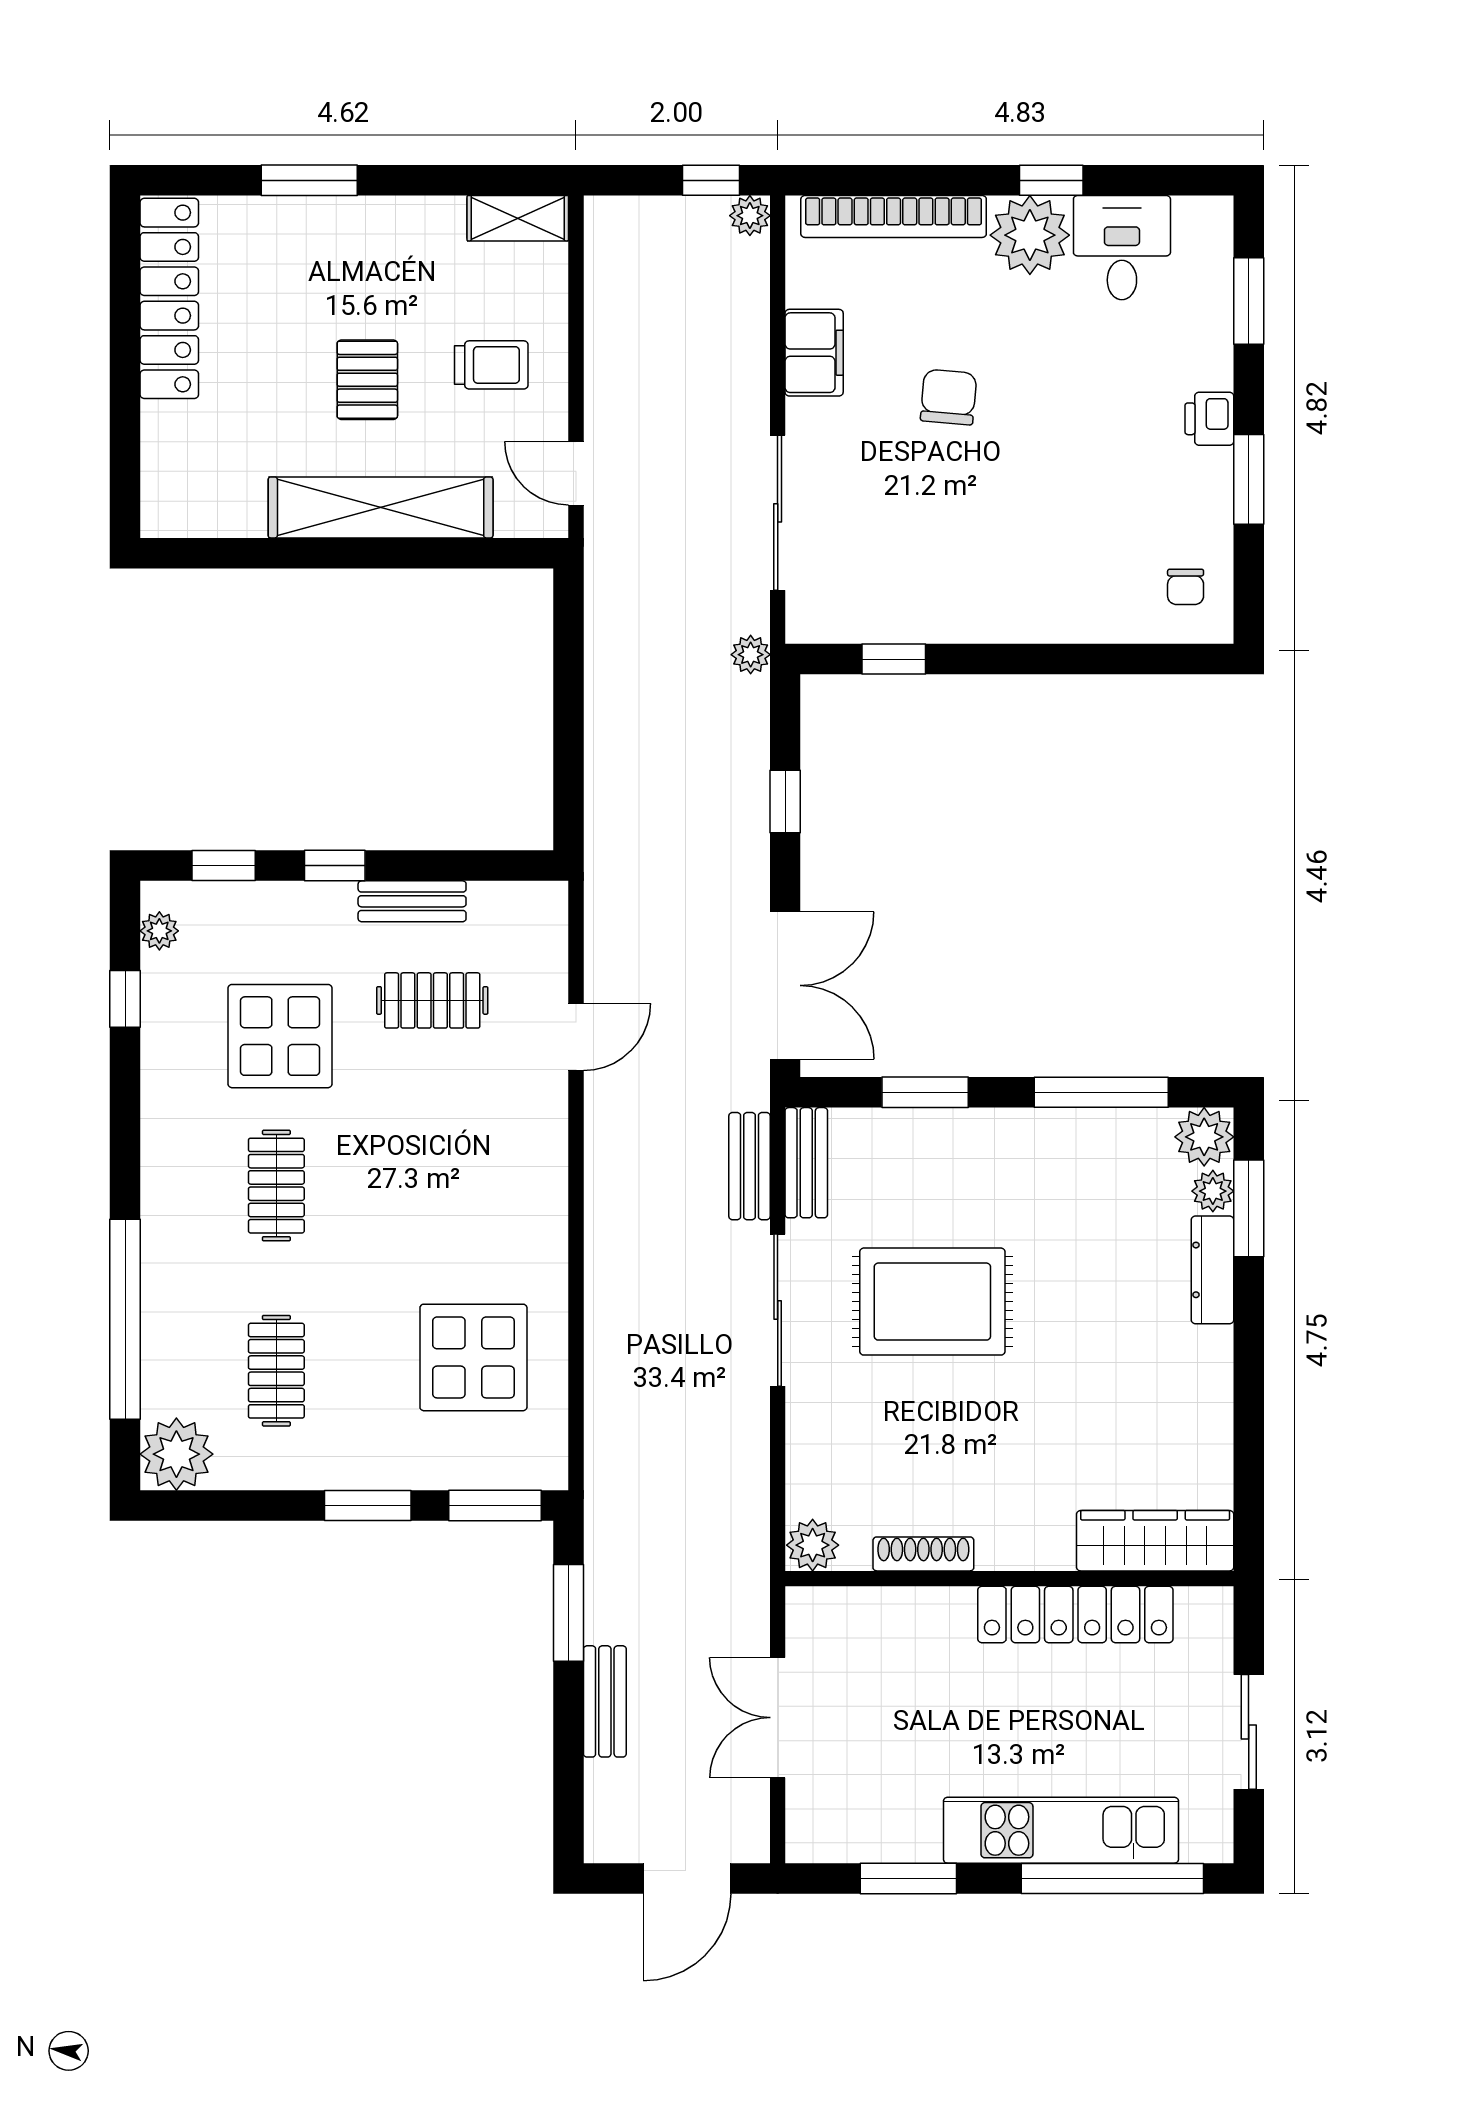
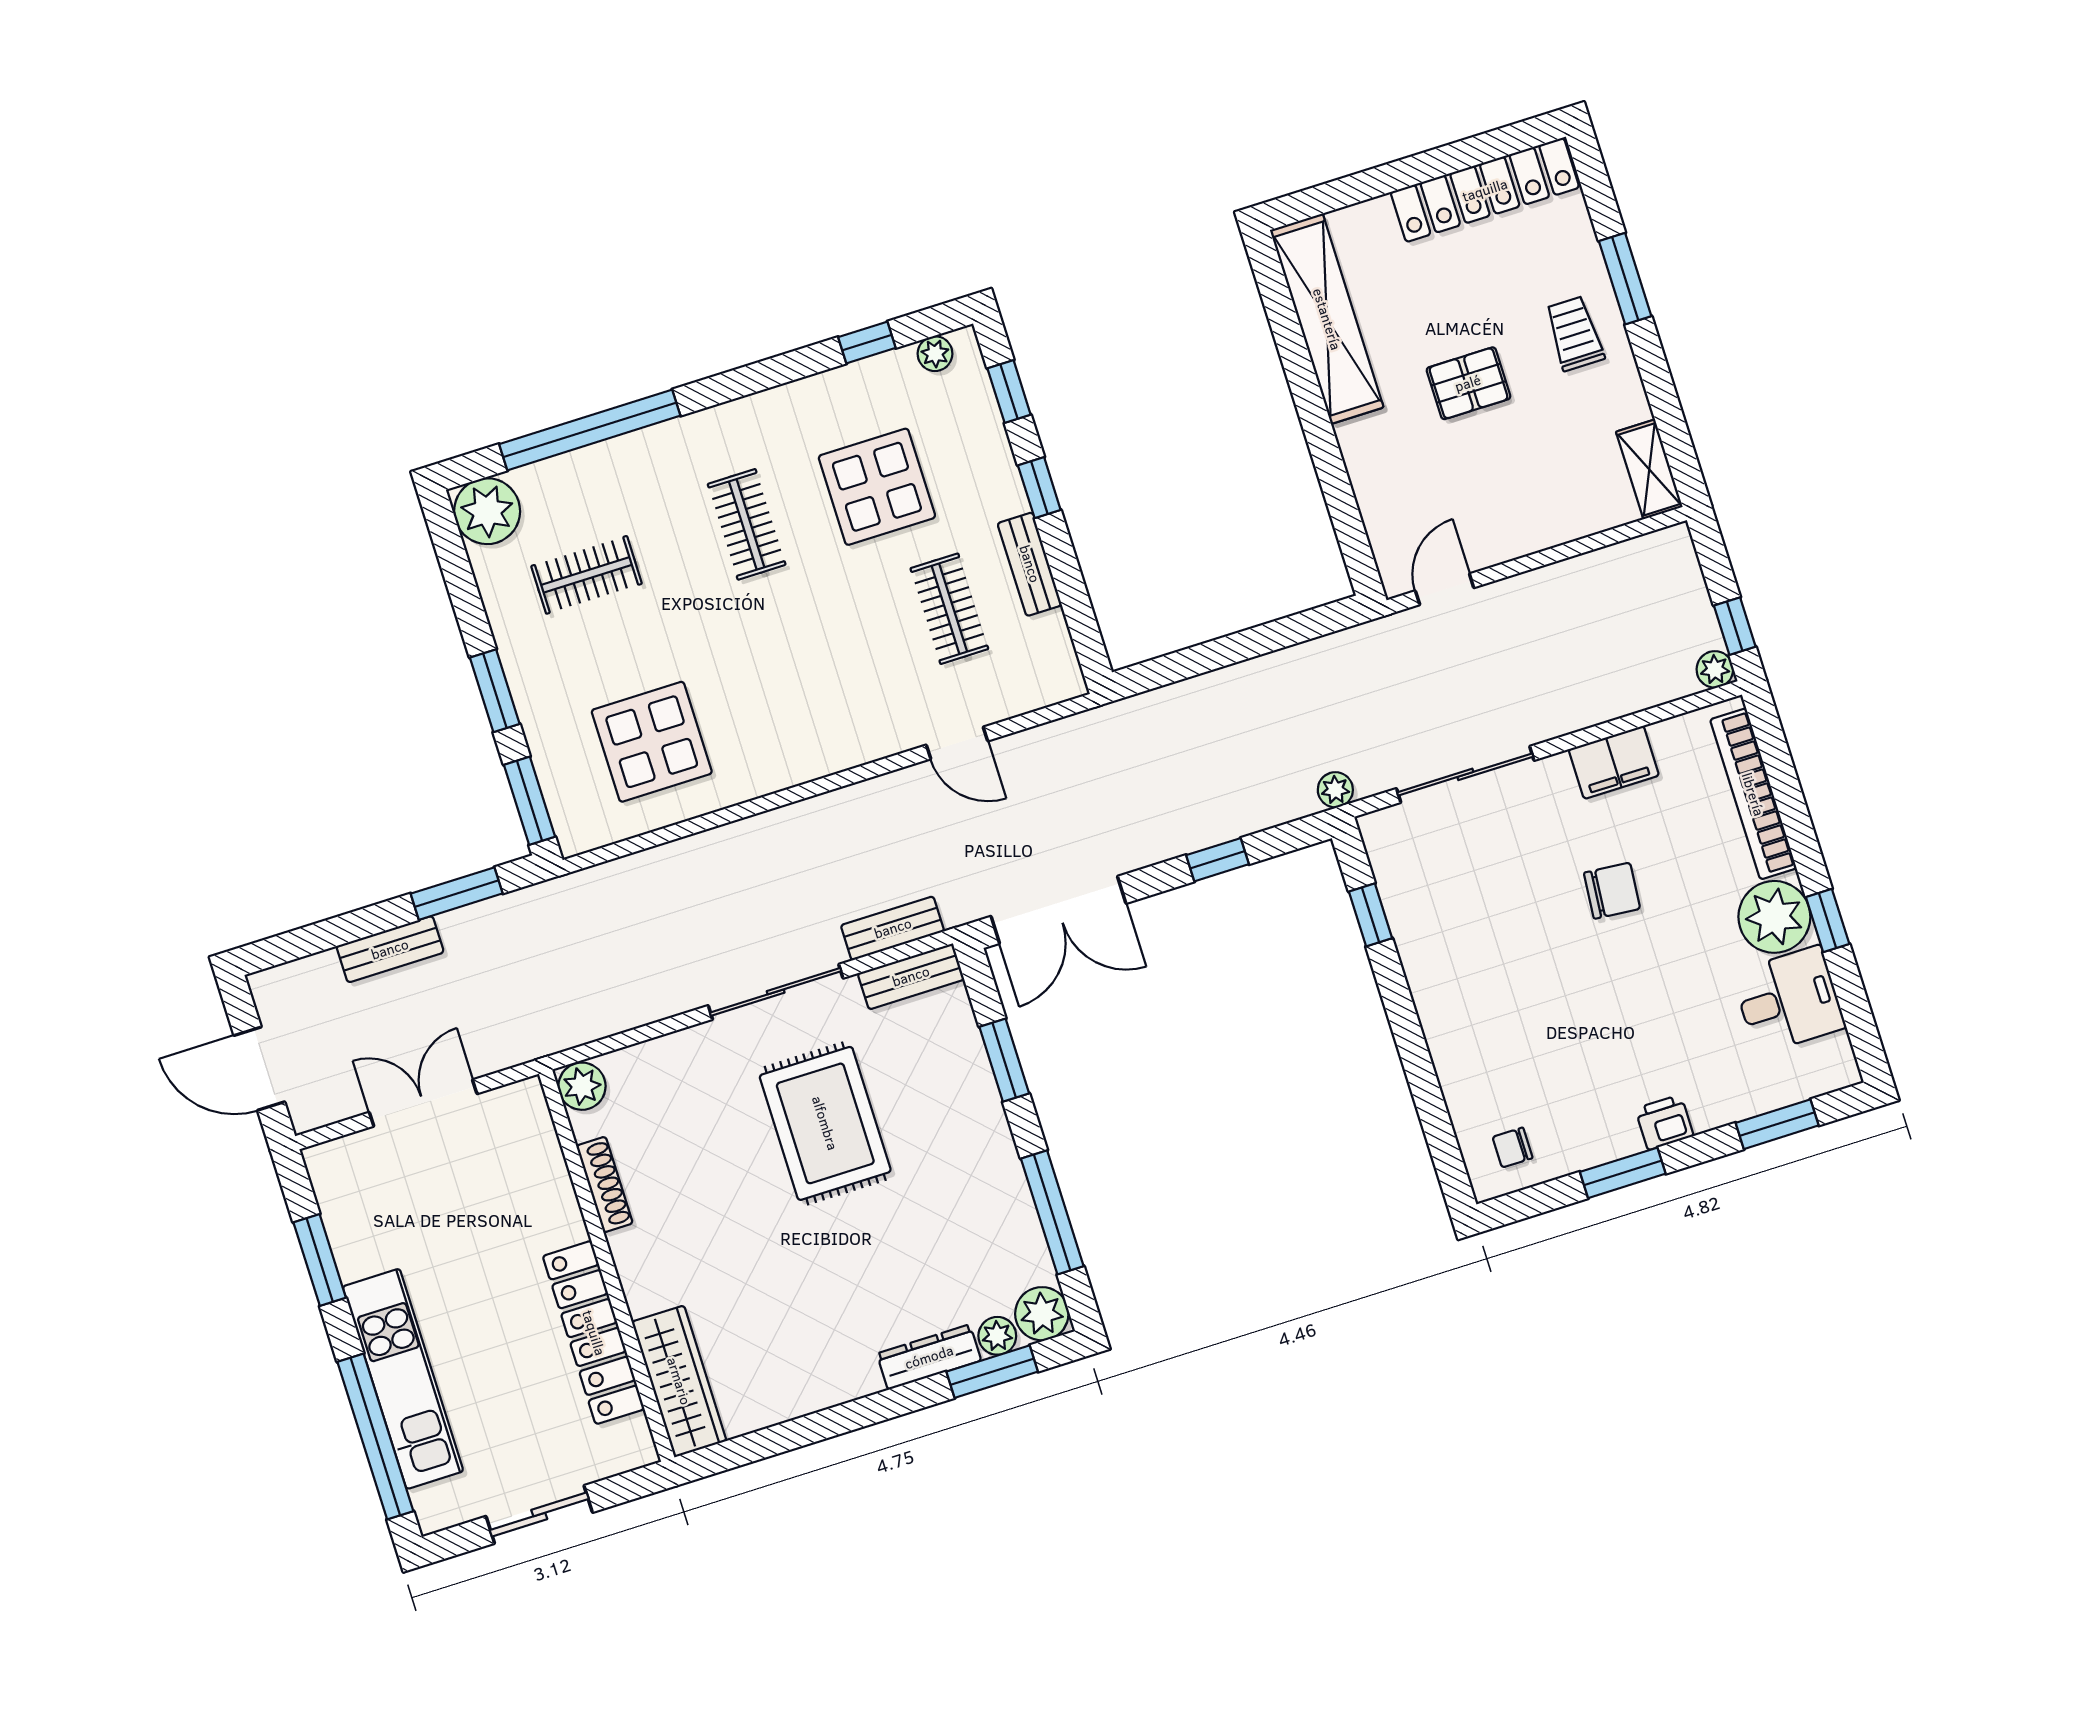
trolley: (491, 365) -> (1575, 334), moved, turned 180
shelving: (381, 507) -> (1327, 319), moved
clothes rail: (276, 1186) -> (747, 524), turned 90

